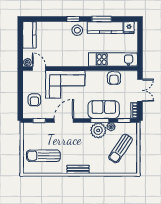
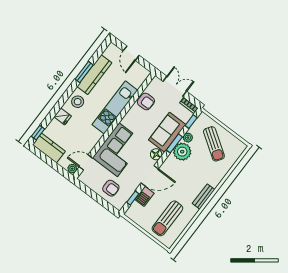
window: (73, 19) -> (38, 133), moved
fridge: (129, 28) -> (63, 116), moved
door: (140, 42) -> (131, 53), added
kitchen unit: (113, 59) -> (115, 107), moved
floor lamp: (82, 113) -> (156, 154), added
door: (64, 121) -> (150, 176), swing flipped
barbecue: (47, 128) -> (144, 196), added

